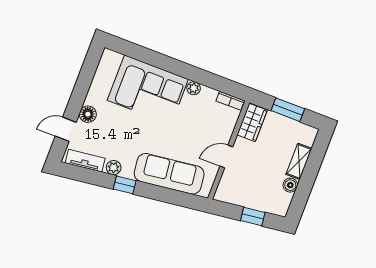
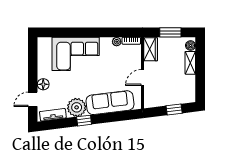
plant: (194, 88) -> (117, 42), moved
plant: (114, 168) -> (77, 107), width x1.88, depth x1.88
boiler: (290, 185) -> (191, 45), moved

